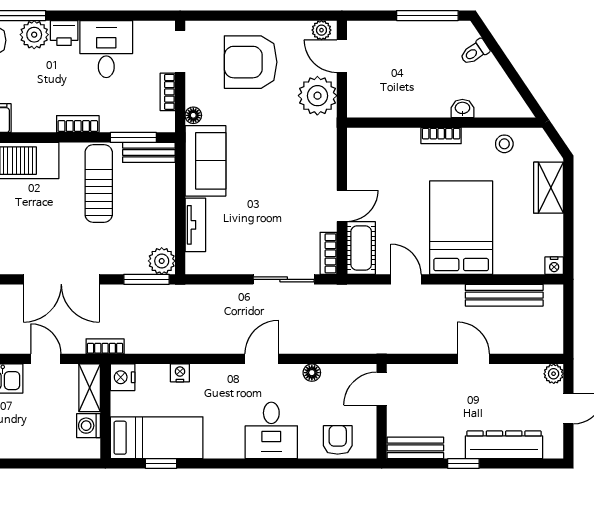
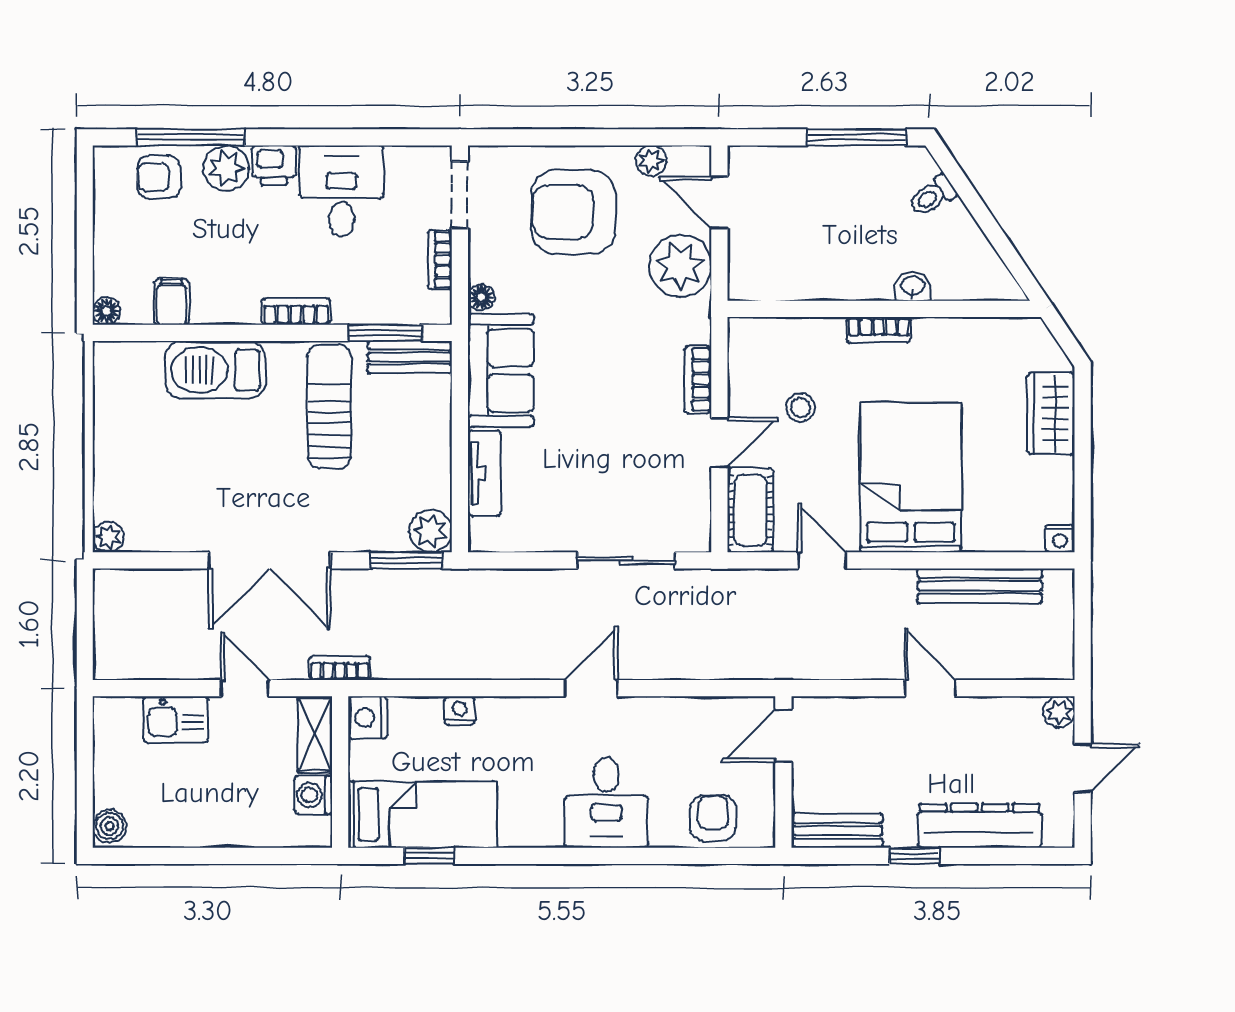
plant: (321, 30) -> (651, 161), moved
stool: (504, 144) -> (800, 407), moved
bookcase: (328, 253) -> (698, 380), moved
floor lamp: (312, 373) -> (671, 710), removed

